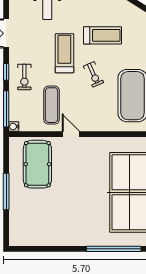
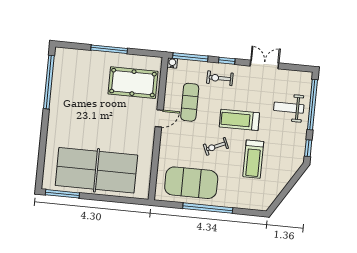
treadmill: (64, 53) -> (239, 120), turned 180
exercise mat: (52, 105) -> (190, 102), turned 90
window: (114, 249) -> (49, 82), moved

